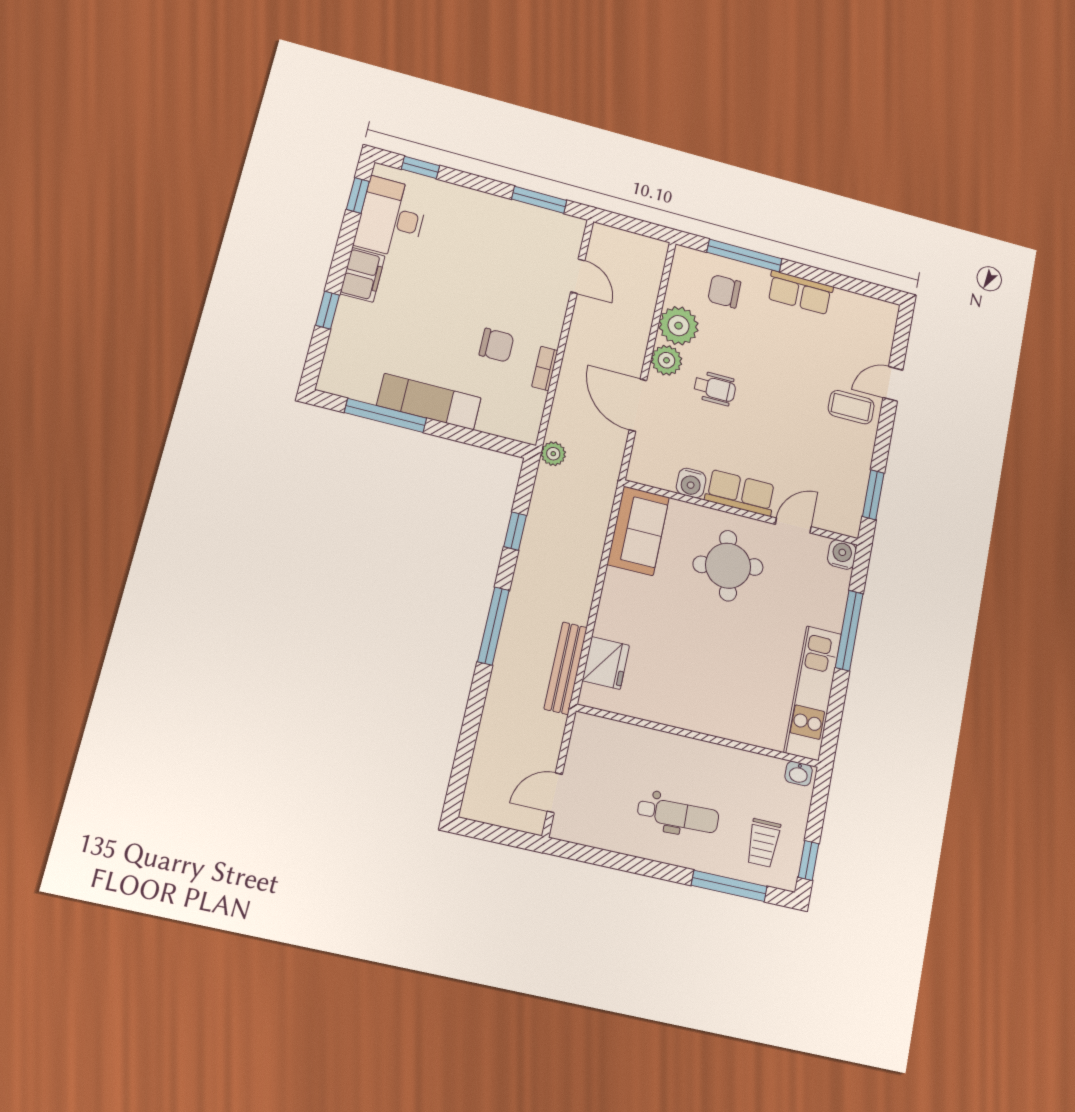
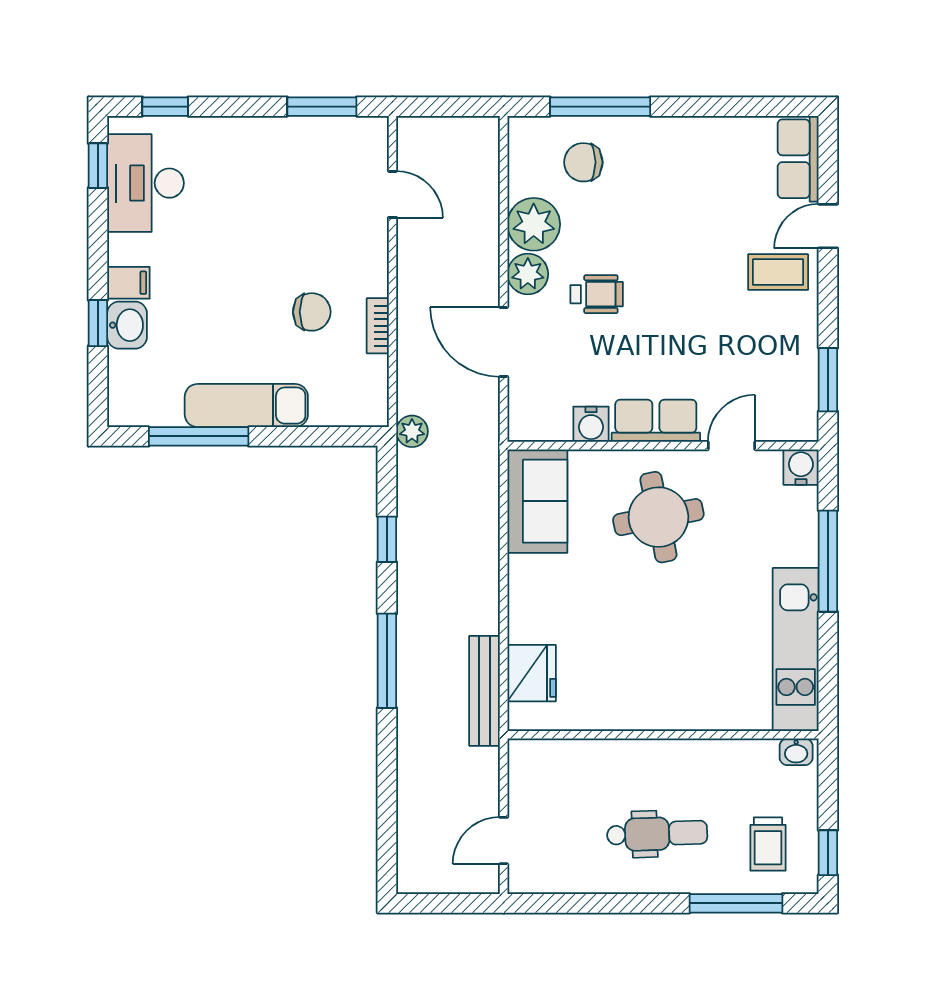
filing cabinet: (362, 275) -> (128, 283), width x0.50
row of seats: (800, 293) -> (798, 159), moved, turned 90
washbasin: (350, 318) -> (127, 325), added

